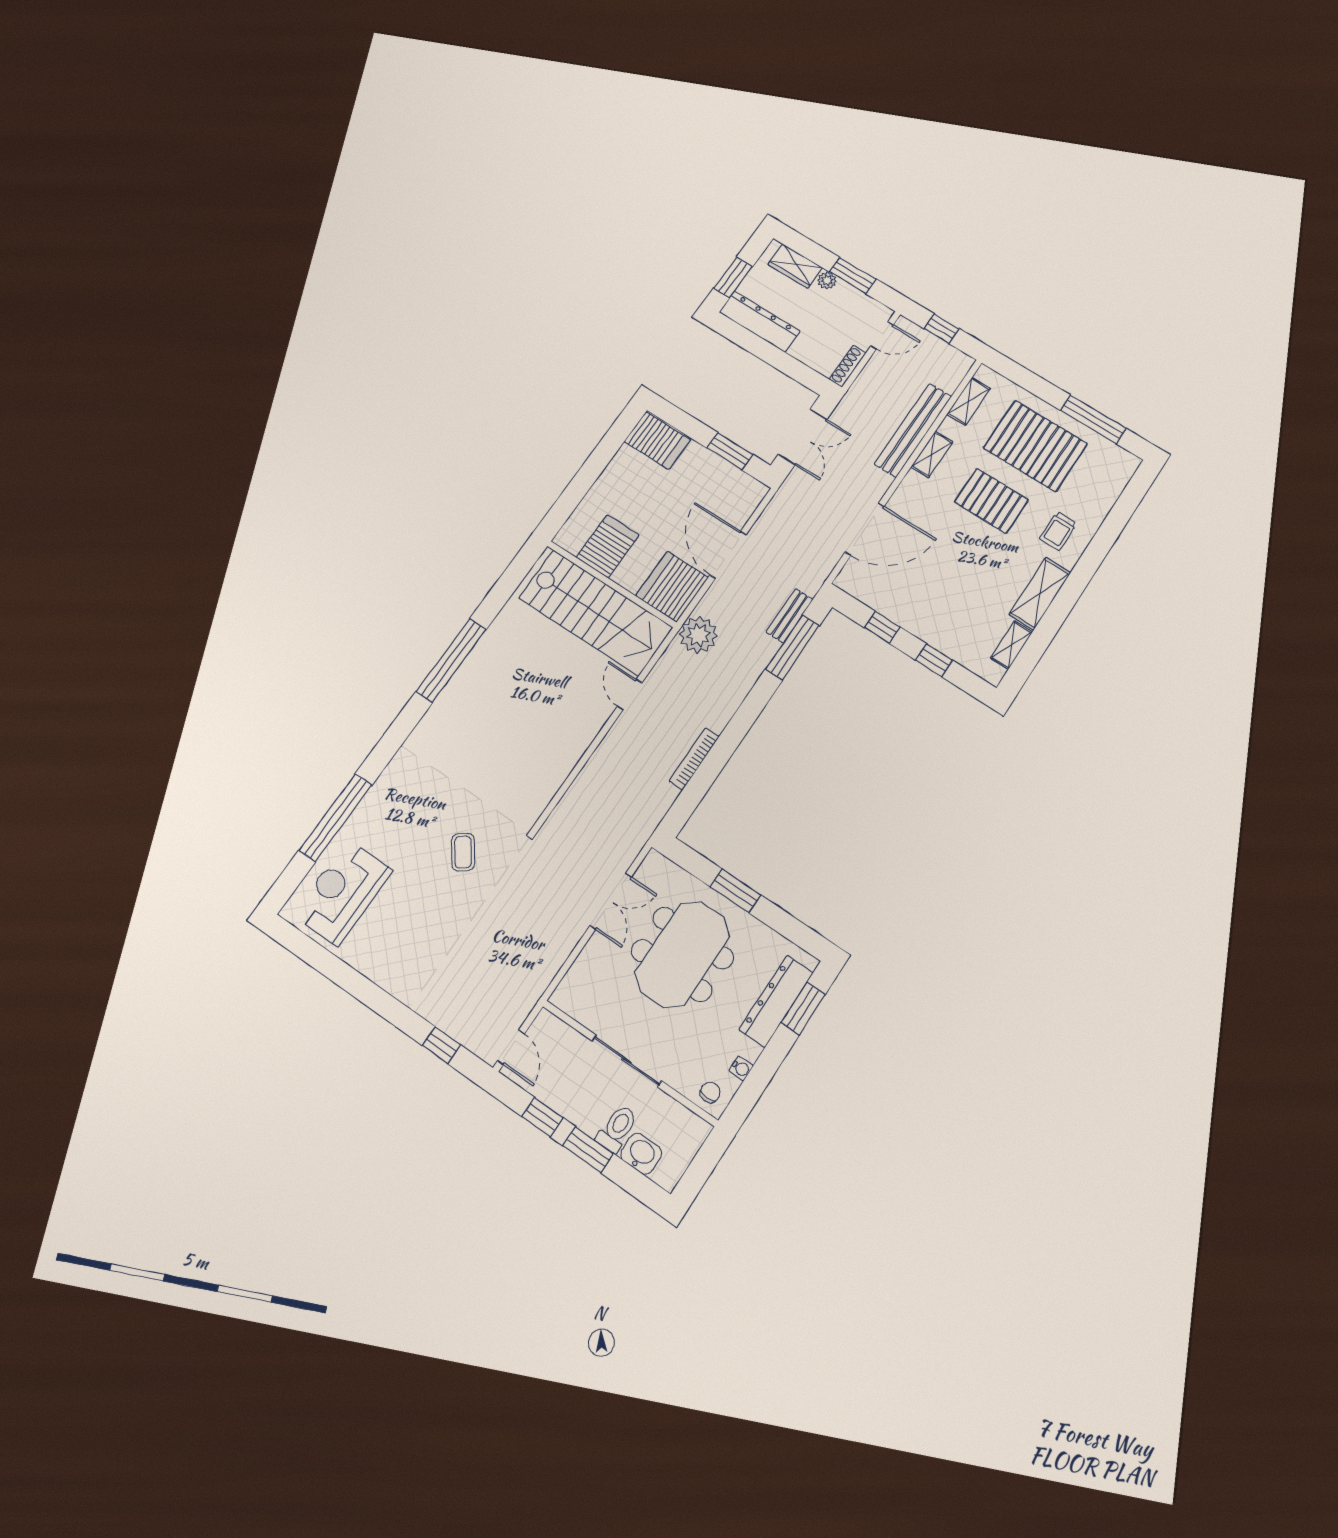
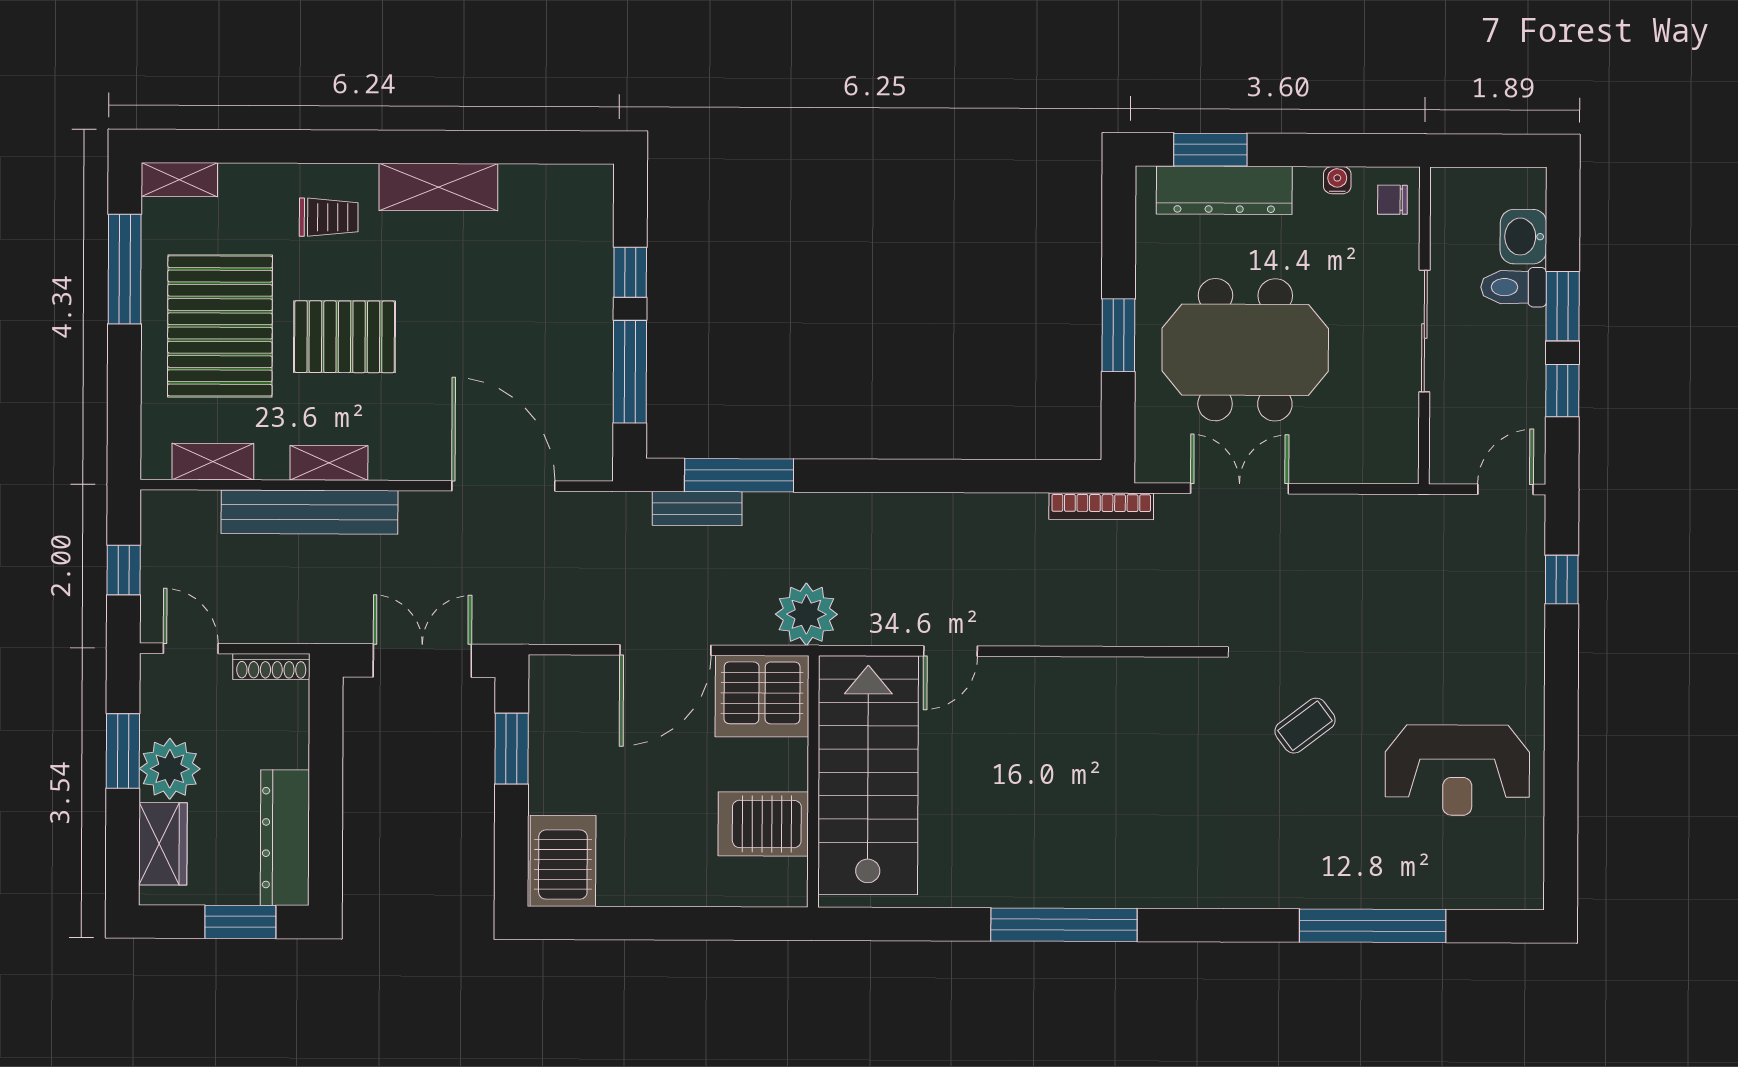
plant: (827, 280) -> (170, 769), width x1.87, depth x1.87
pallet: (991, 501) -> (344, 337), turned 90
window: (882, 627) -> (630, 372), width x2.17
shelving: (1012, 645) -> (179, 180), moved
bookcase: (694, 759) -> (1101, 506), moved
reception desk: (343, 892) -> (1457, 770), moved

